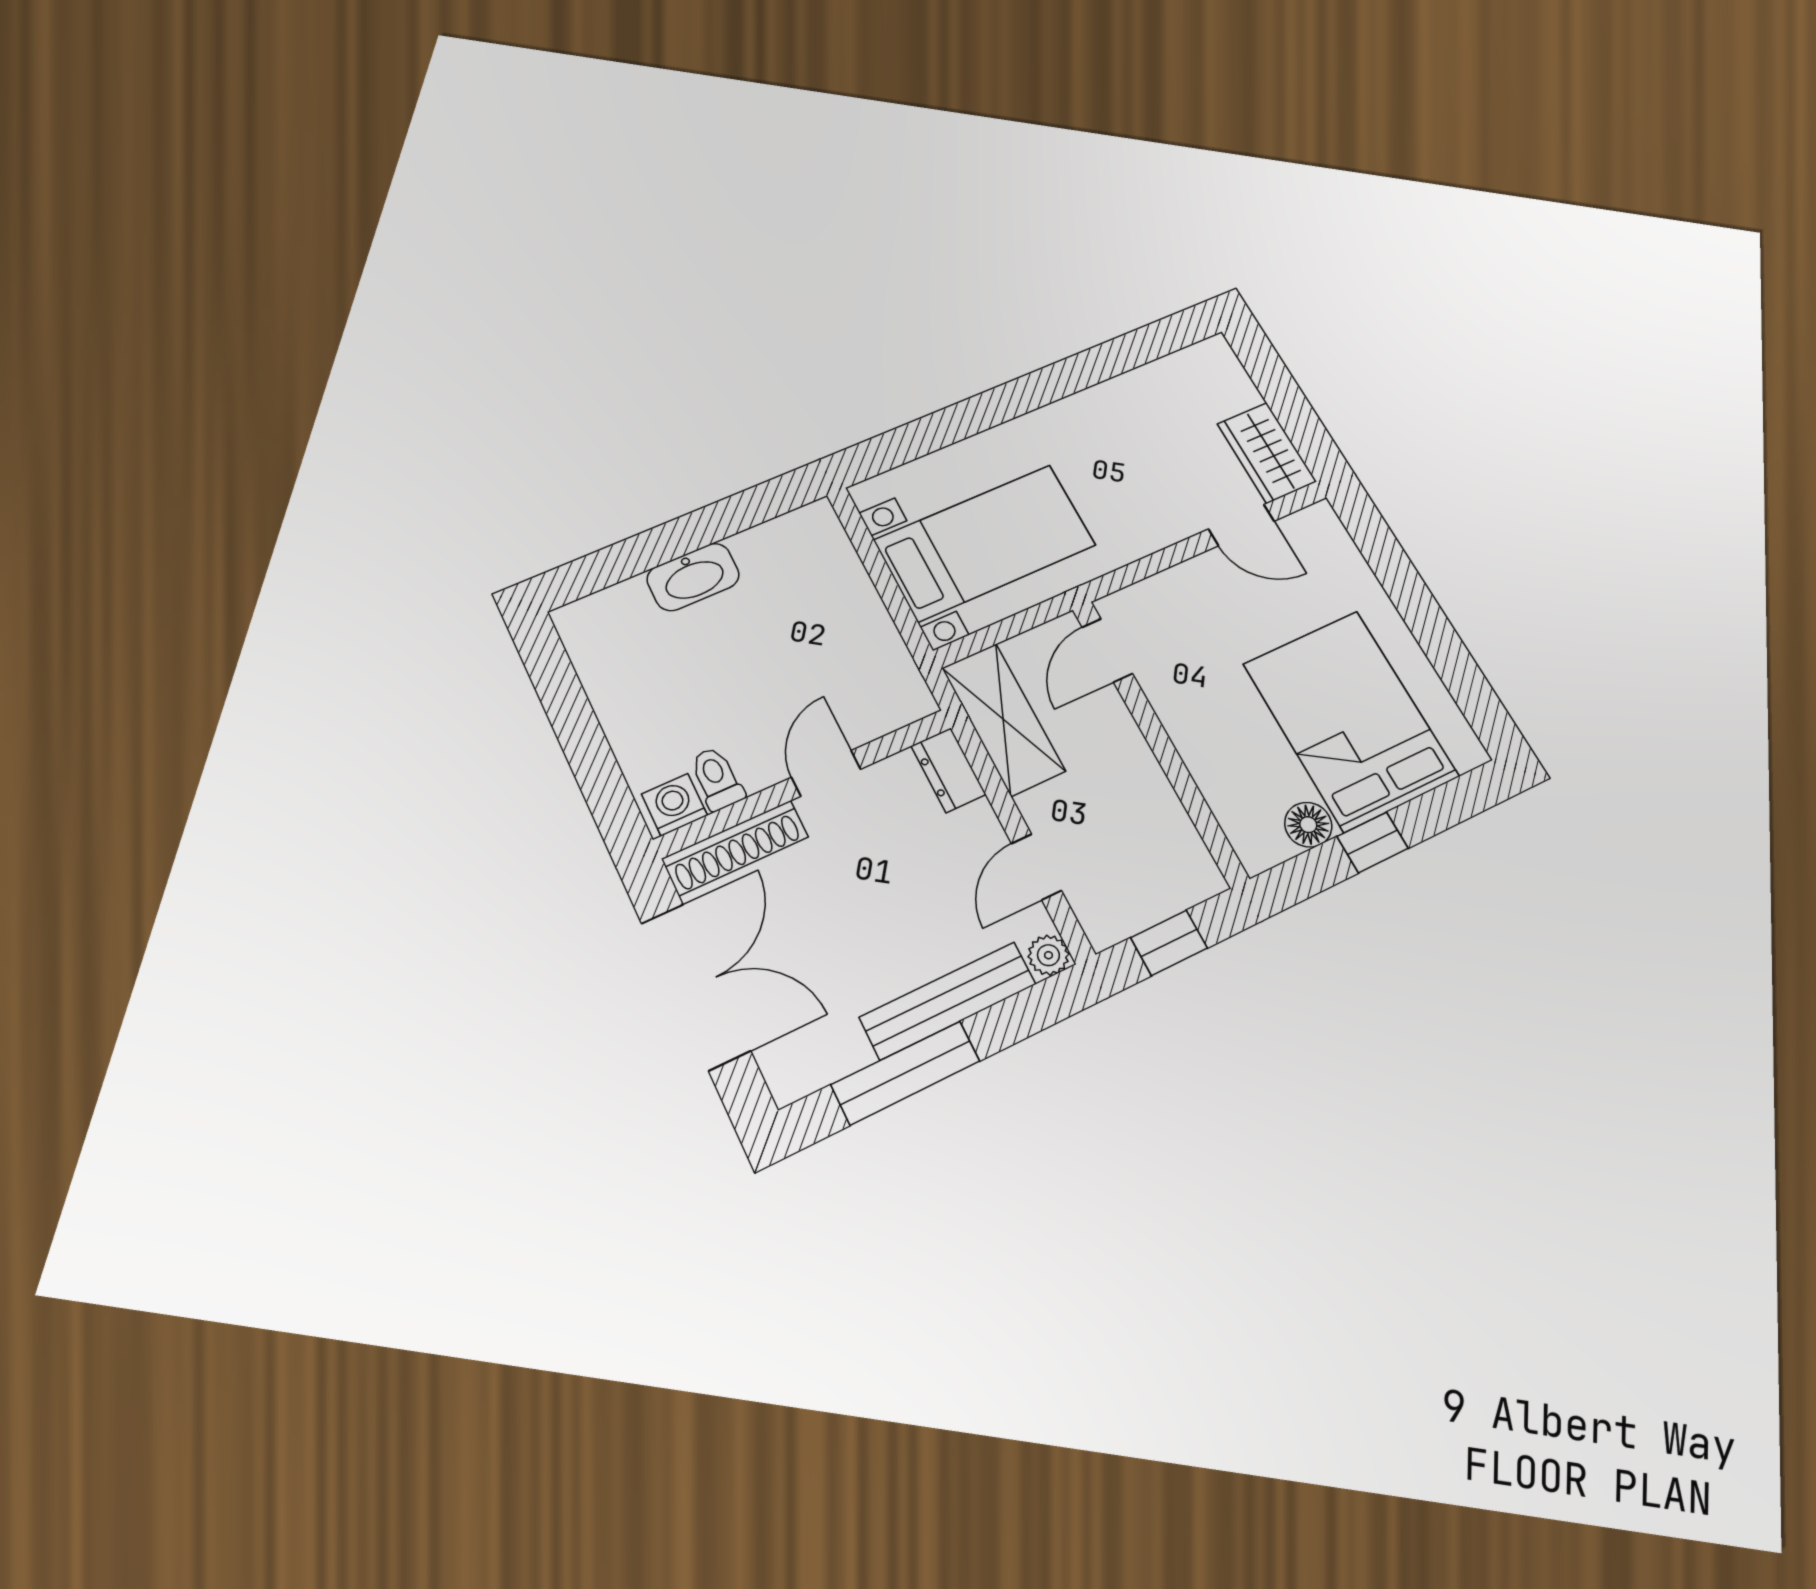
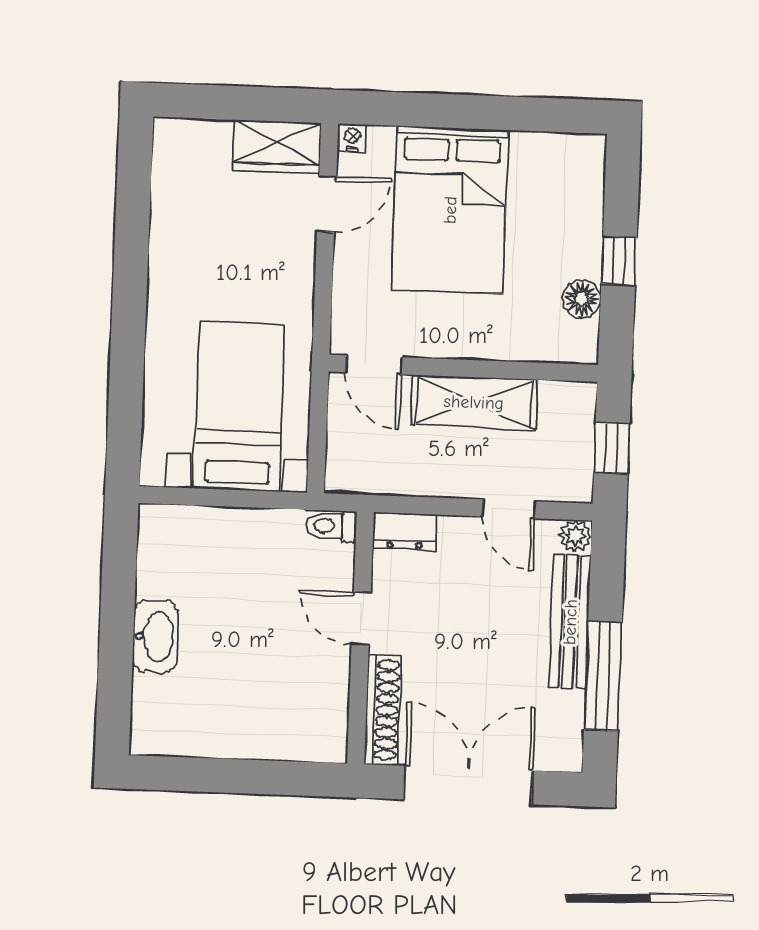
nightstand: (1321, 517) -> (352, 138), added
shelving: (1003, 719) -> (474, 402), moved
bed: (1350, 720) -> (450, 210), moved, turned -90
toilet: (717, 779) -> (331, 526), moved
washing machine: (674, 805) -> (329, 736), removed

